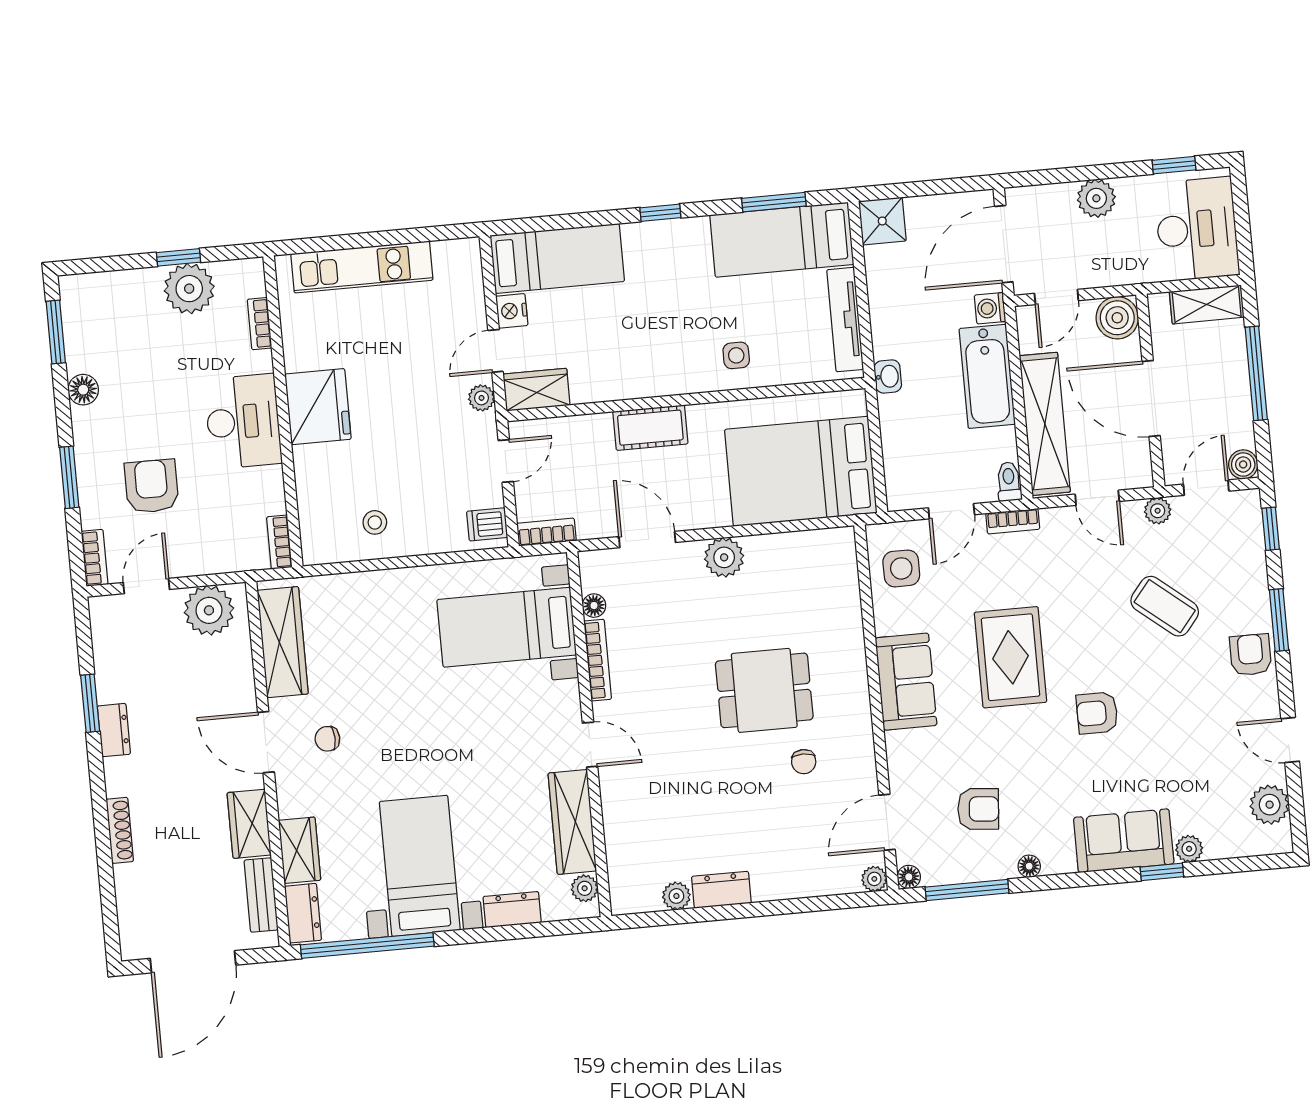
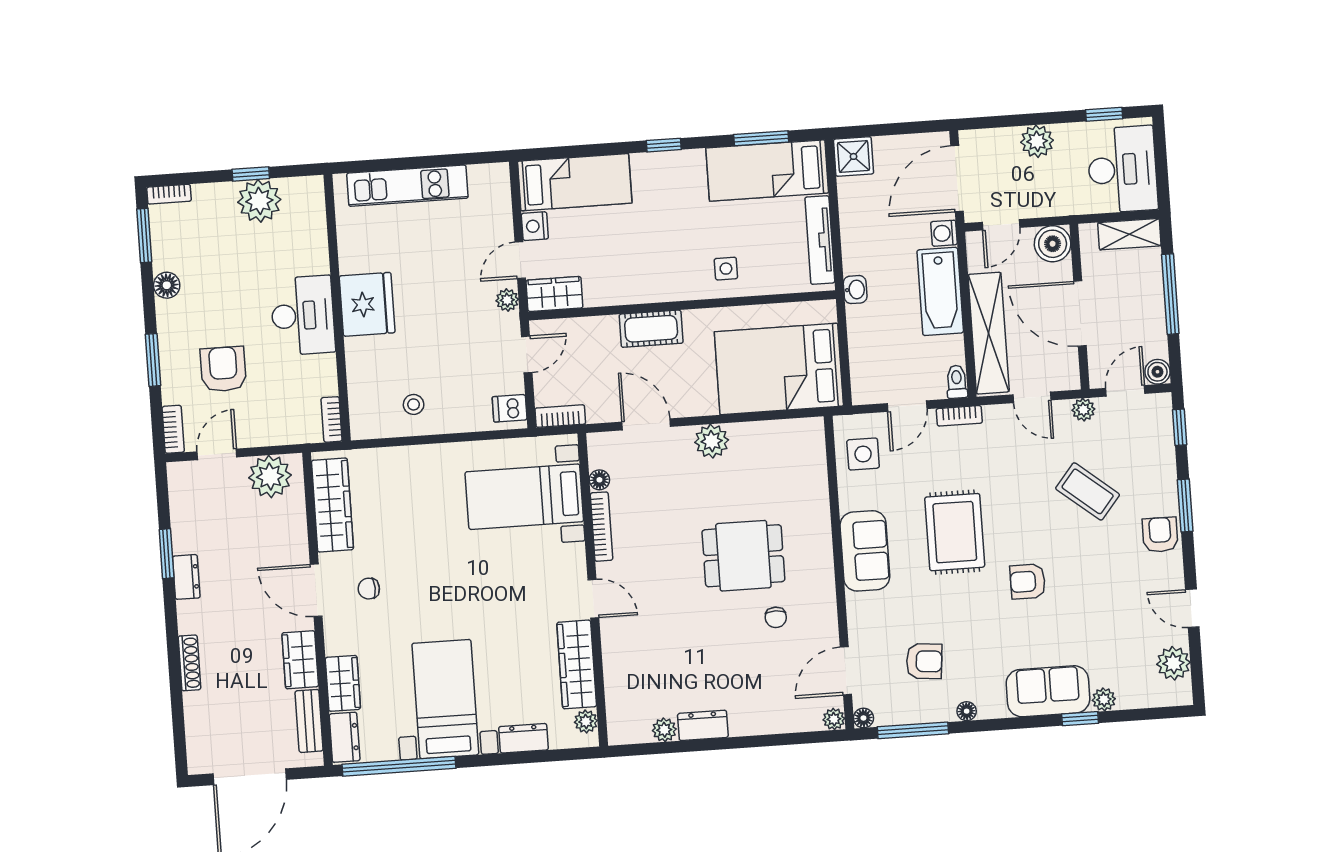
bookcase: (260, 324) -> (169, 194), moved, turned -90

